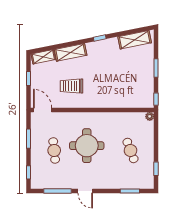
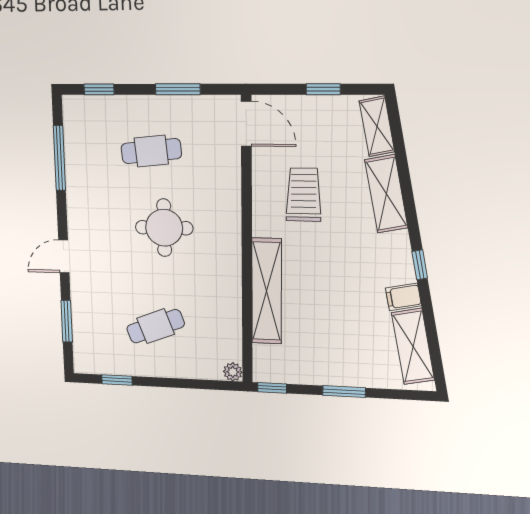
filing cabinet: (114, 44) -> (403, 297), added
shelving: (113, 102) -> (267, 291), added
door: (43, 110) -> (246, 124), hinge flipped
round table: (87, 146) -> (164, 228), width x0.73, depth x0.73
door: (85, 191) -> (64, 256), moved

